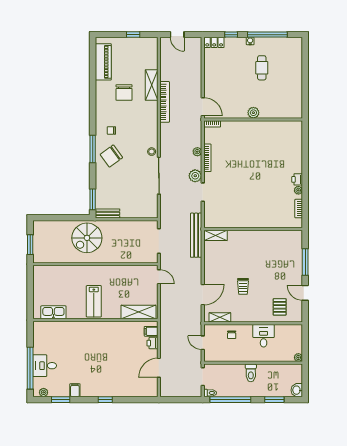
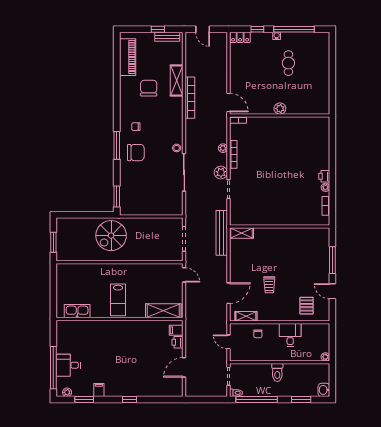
chair: (124, 93) -> (149, 88), turned 180
chair: (111, 156) -> (136, 153), turned -144
bench: (108, 213) -> (167, 37), moved

